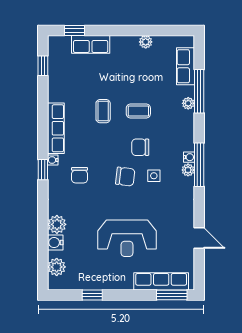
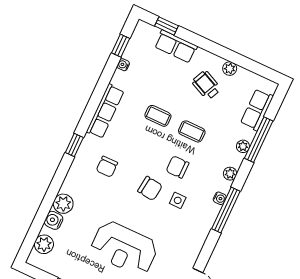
wheelchair: (132, 65) -> (206, 85), added
coffee table: (103, 111) -> (158, 116), turned 90
water cooler: (53, 160) -> (123, 65), moved
plant: (188, 170) -> (230, 174), moved

